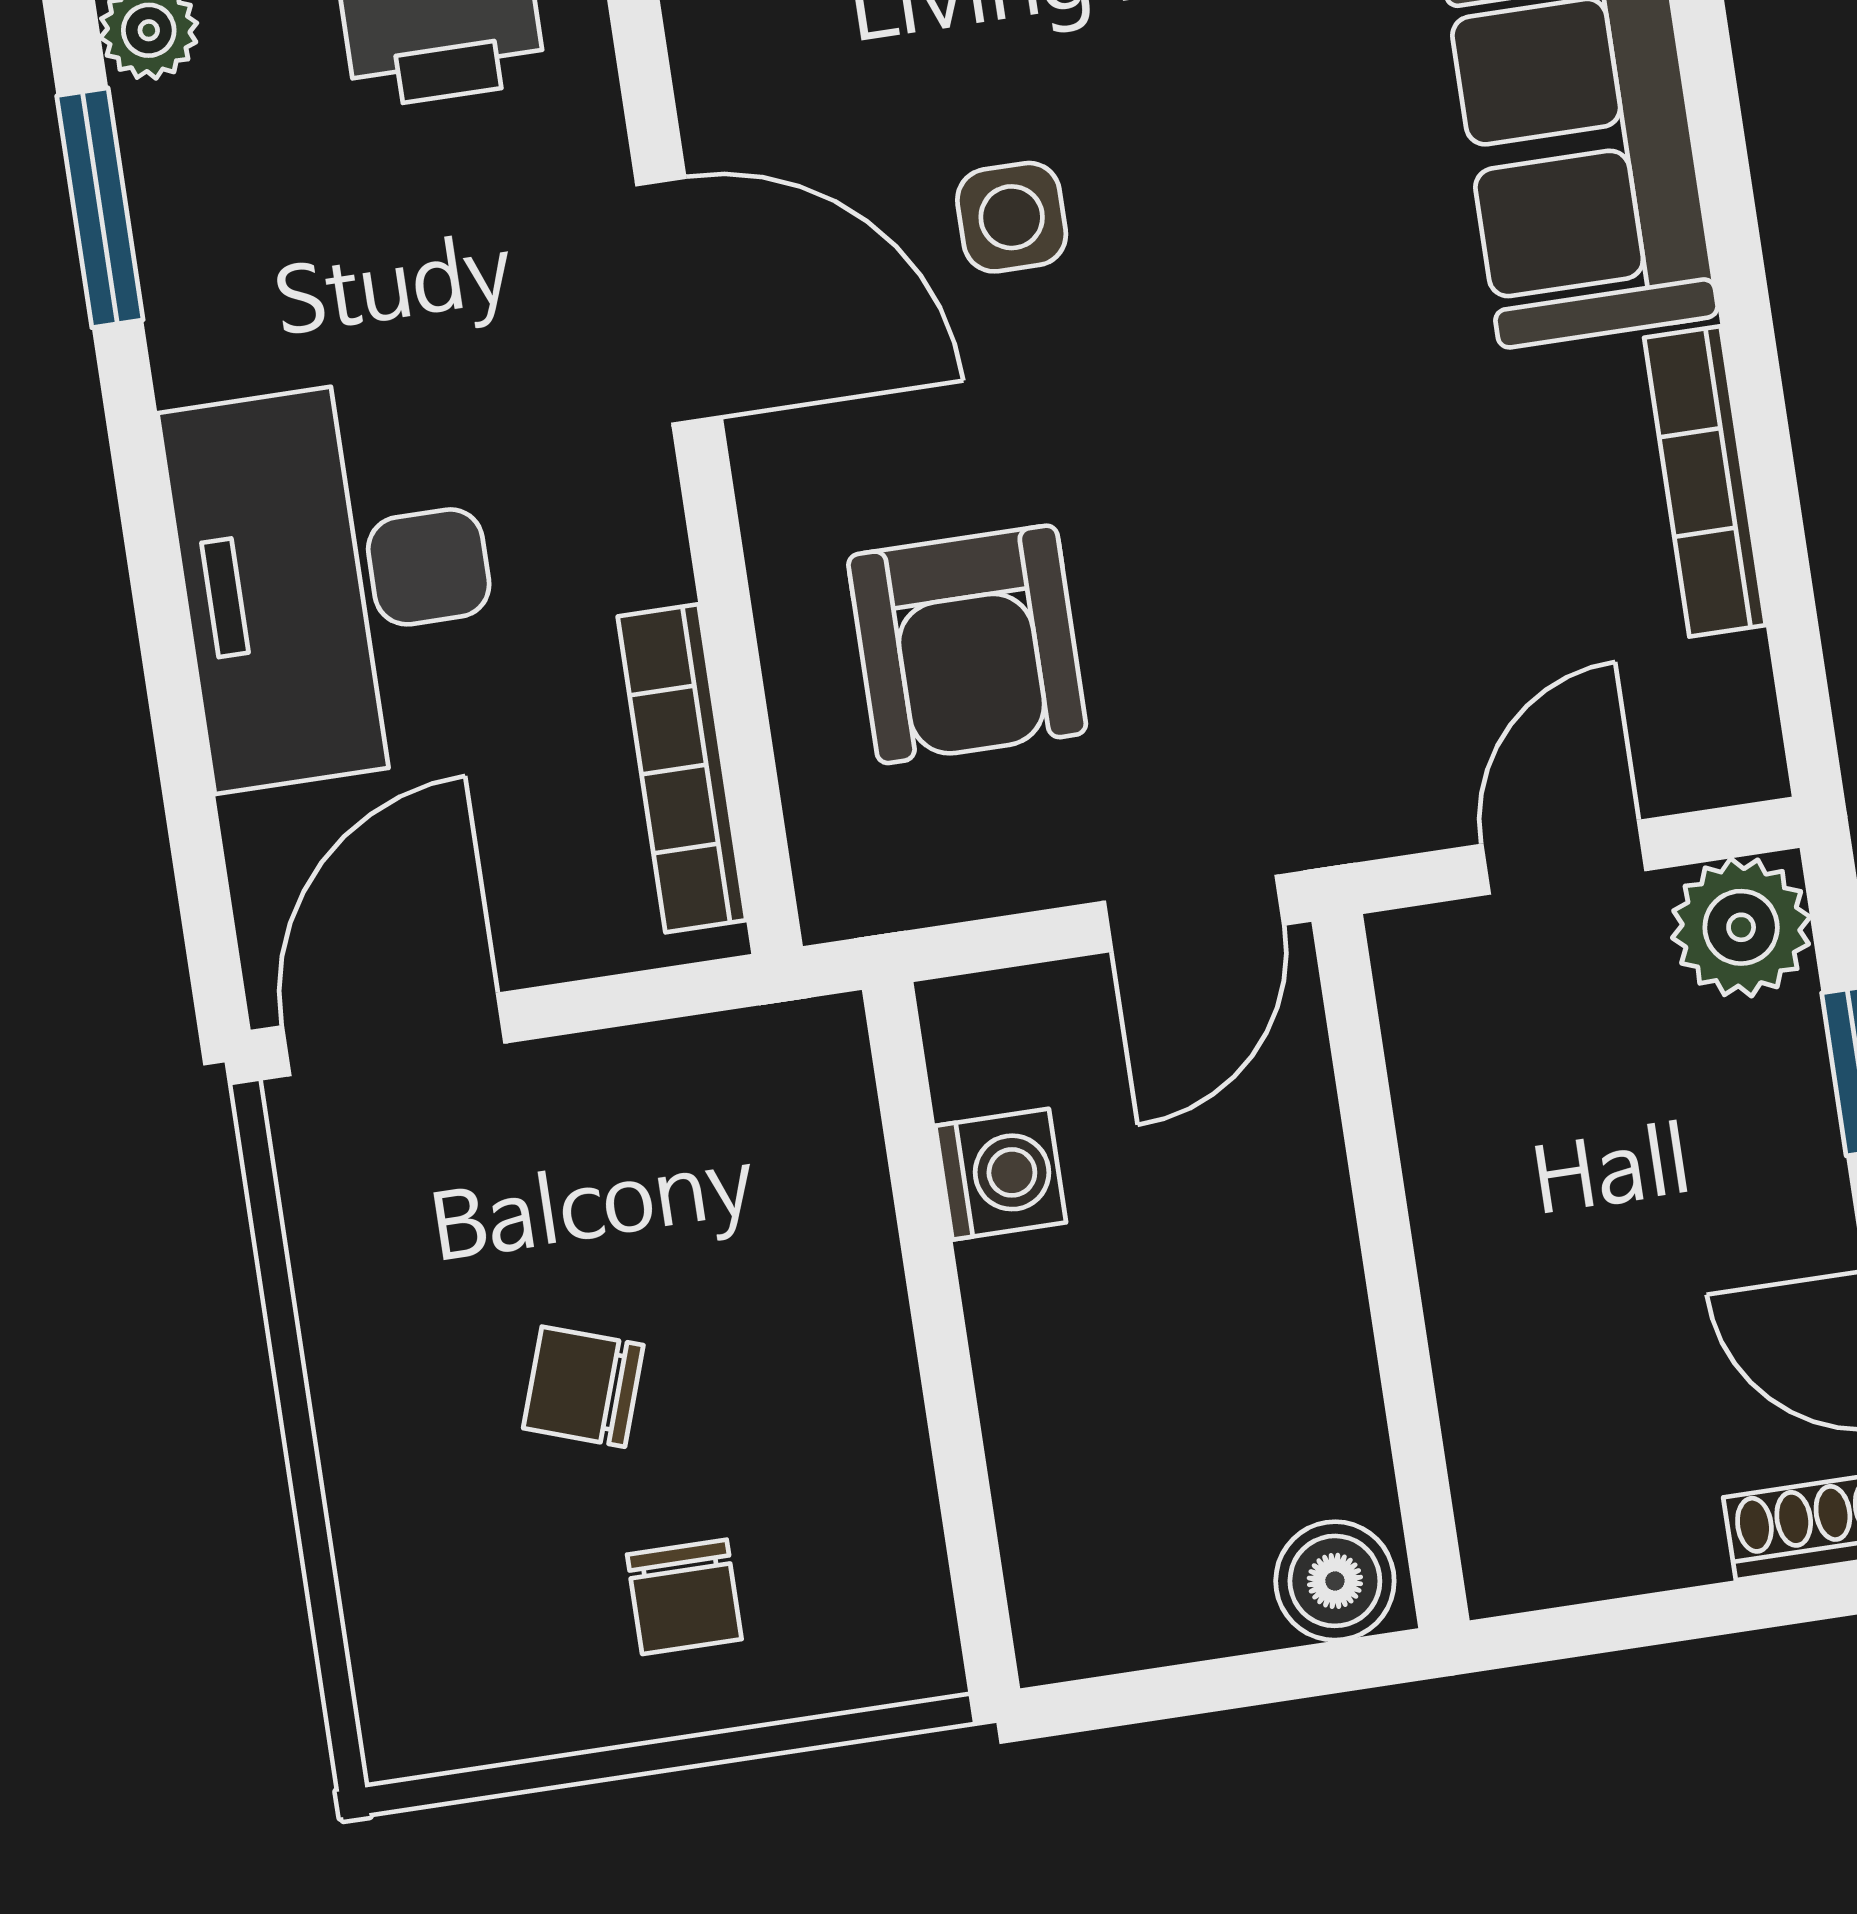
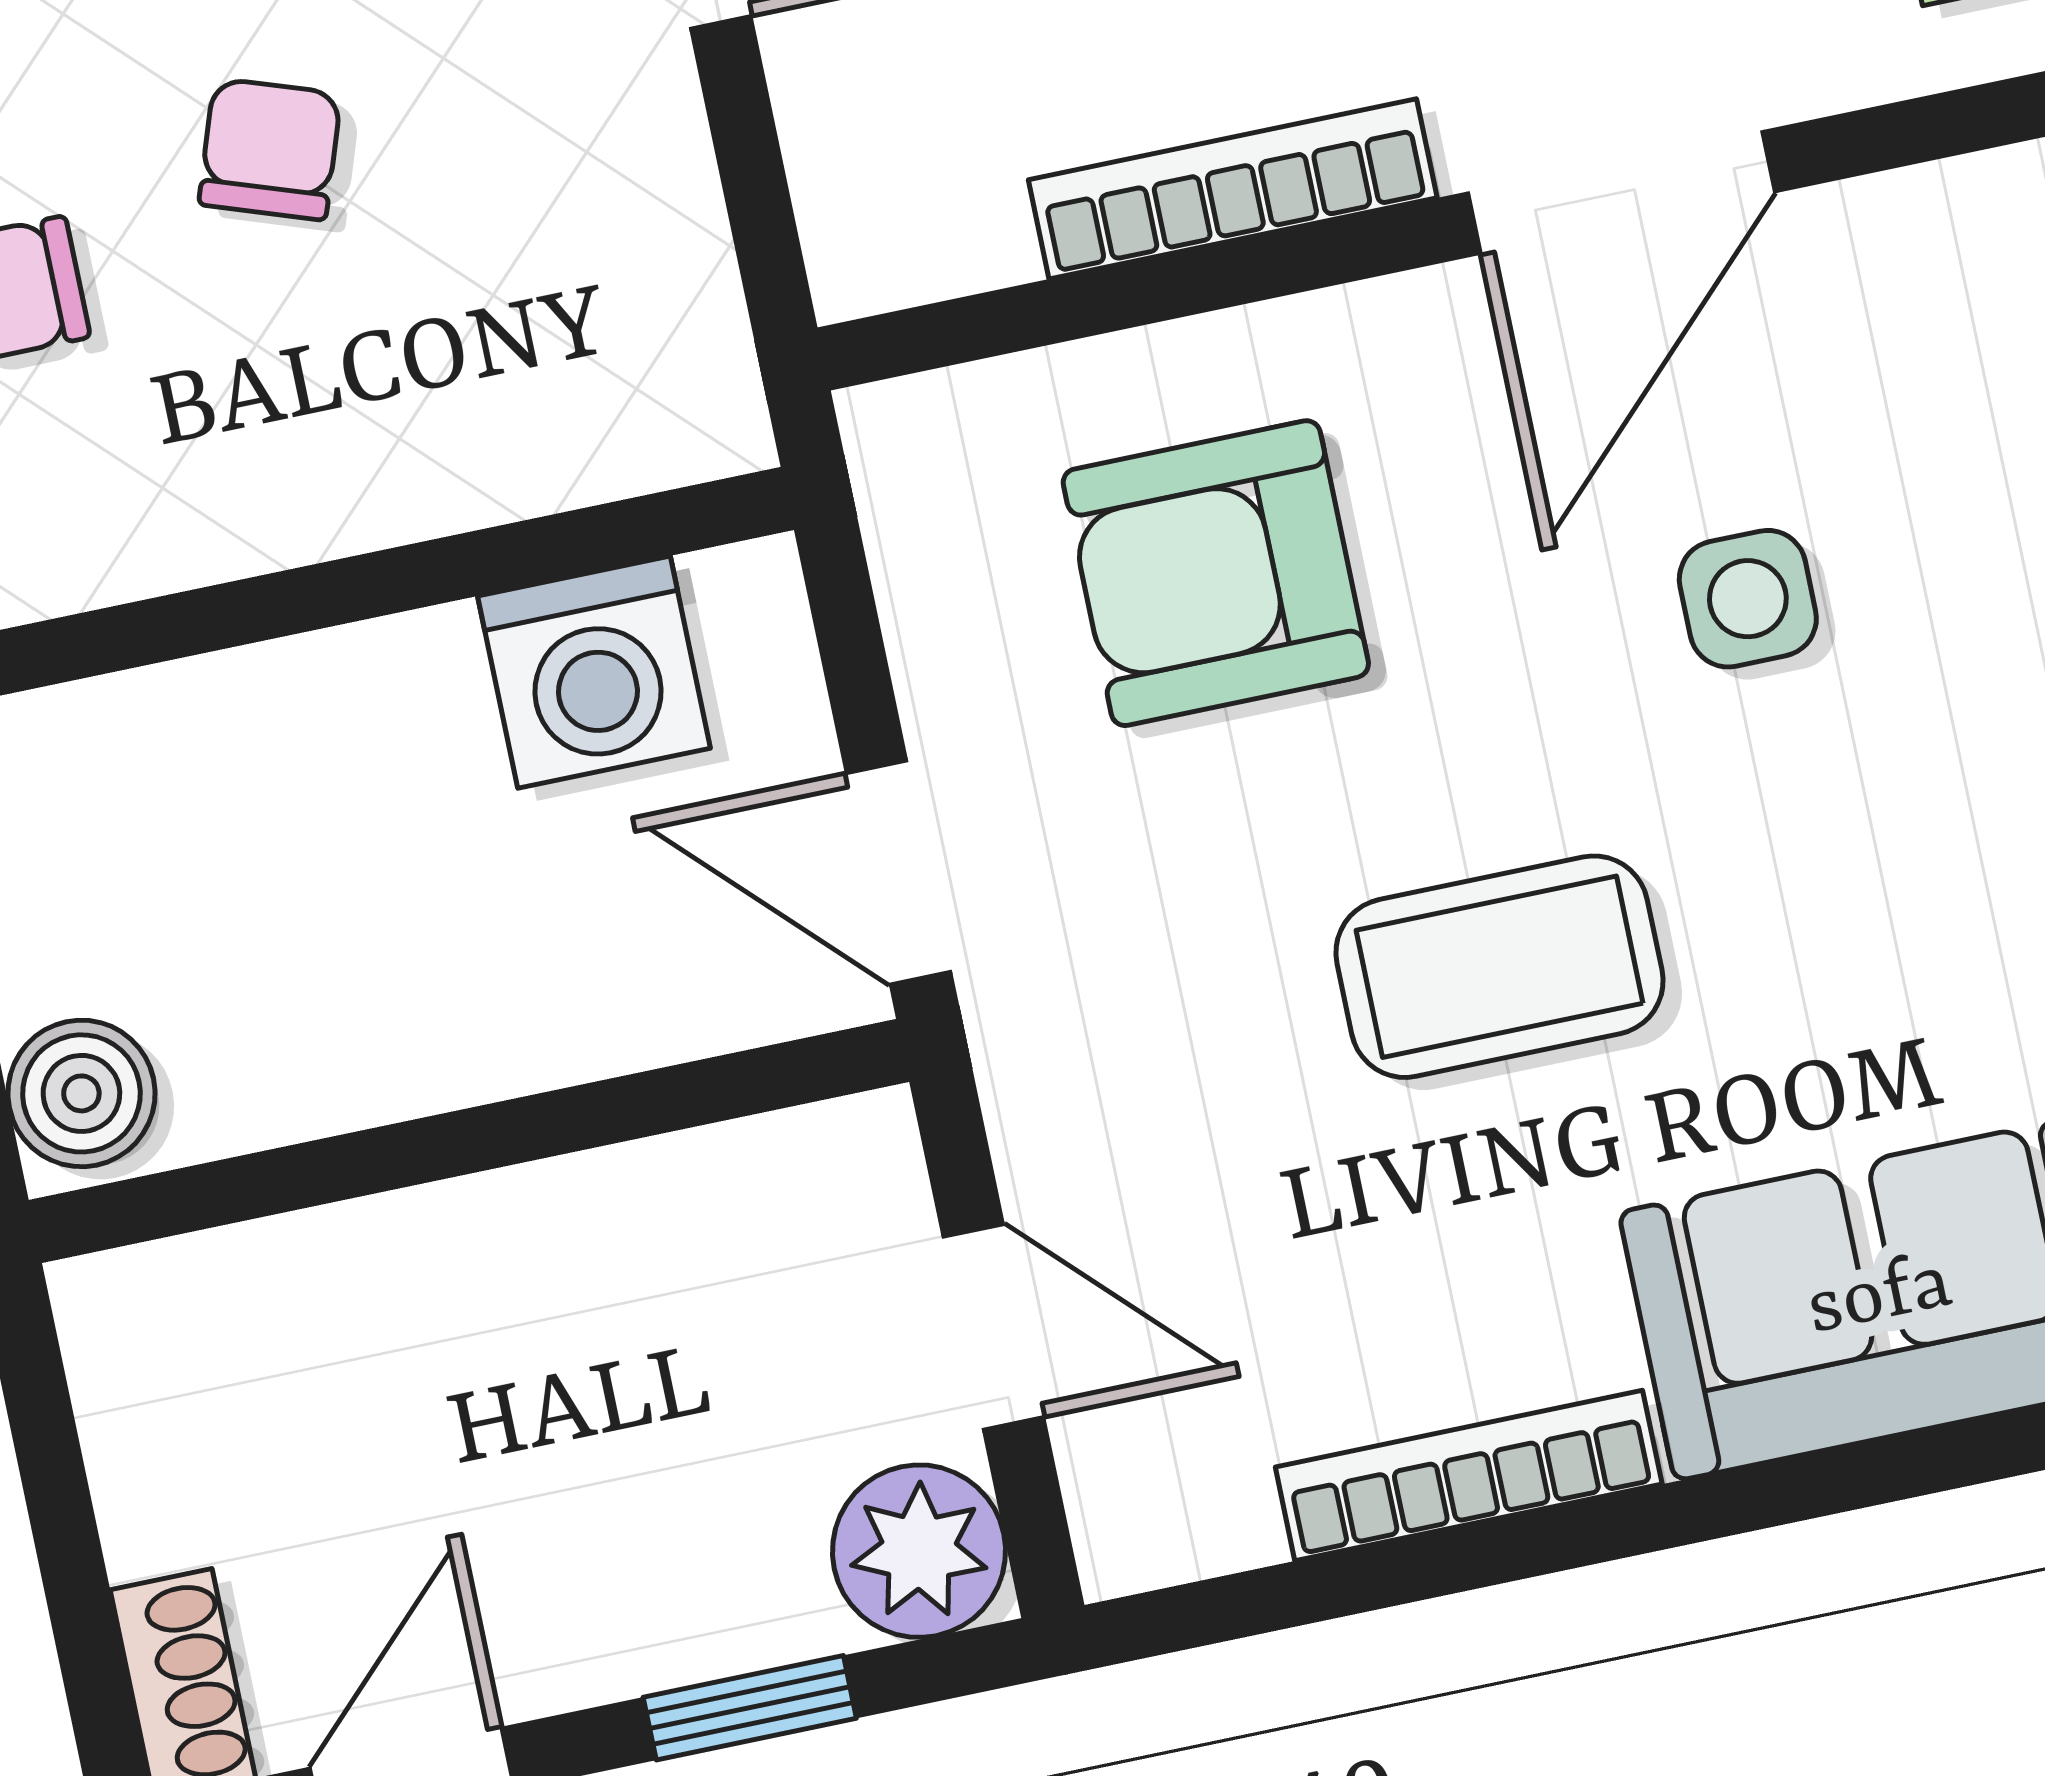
coffee table: (1297, 434) -> (1499, 967), added
bookcase: (682, 768) -> (1233, 189), moved
washing machine: (1001, 1174) -> (594, 672), width x1.38, depth x1.38

